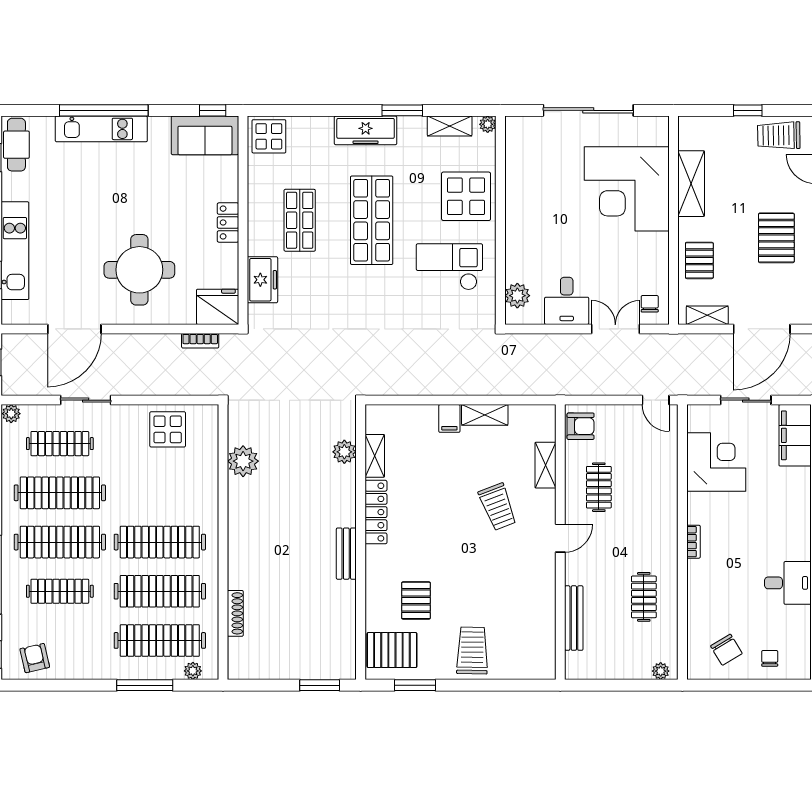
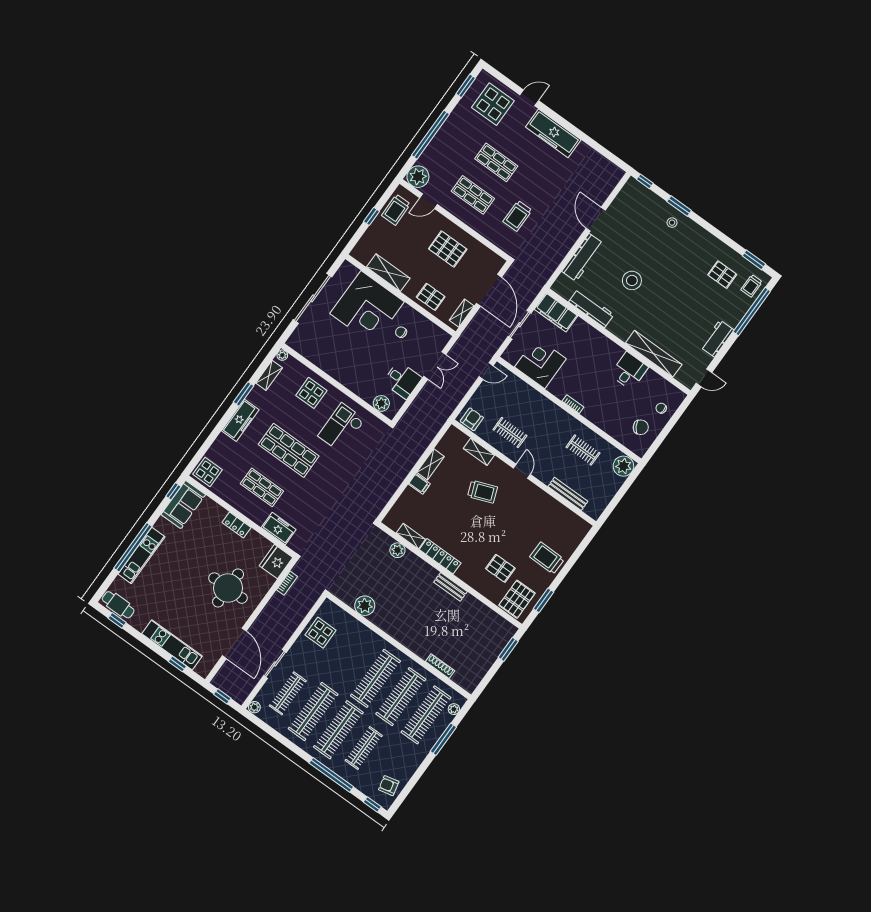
display table: (466, 196) -> (311, 393), width x0.73, depth x0.73
chair: (650, 304) -> (401, 332), moved
double door: (615, 329) -> (435, 365), swing flipped
plant: (661, 671) -> (623, 466), width x1.88, depth x1.88

